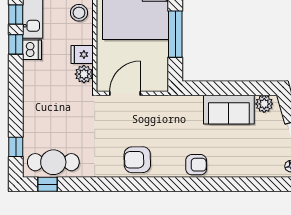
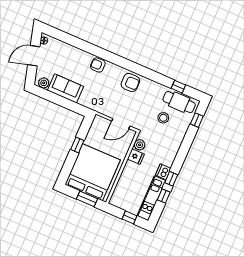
stool: (79, 13) -> (163, 118), moved
window: (175, 34) -> (77, 145), width x0.46
window: (47, 184) -> (178, 87), moved

